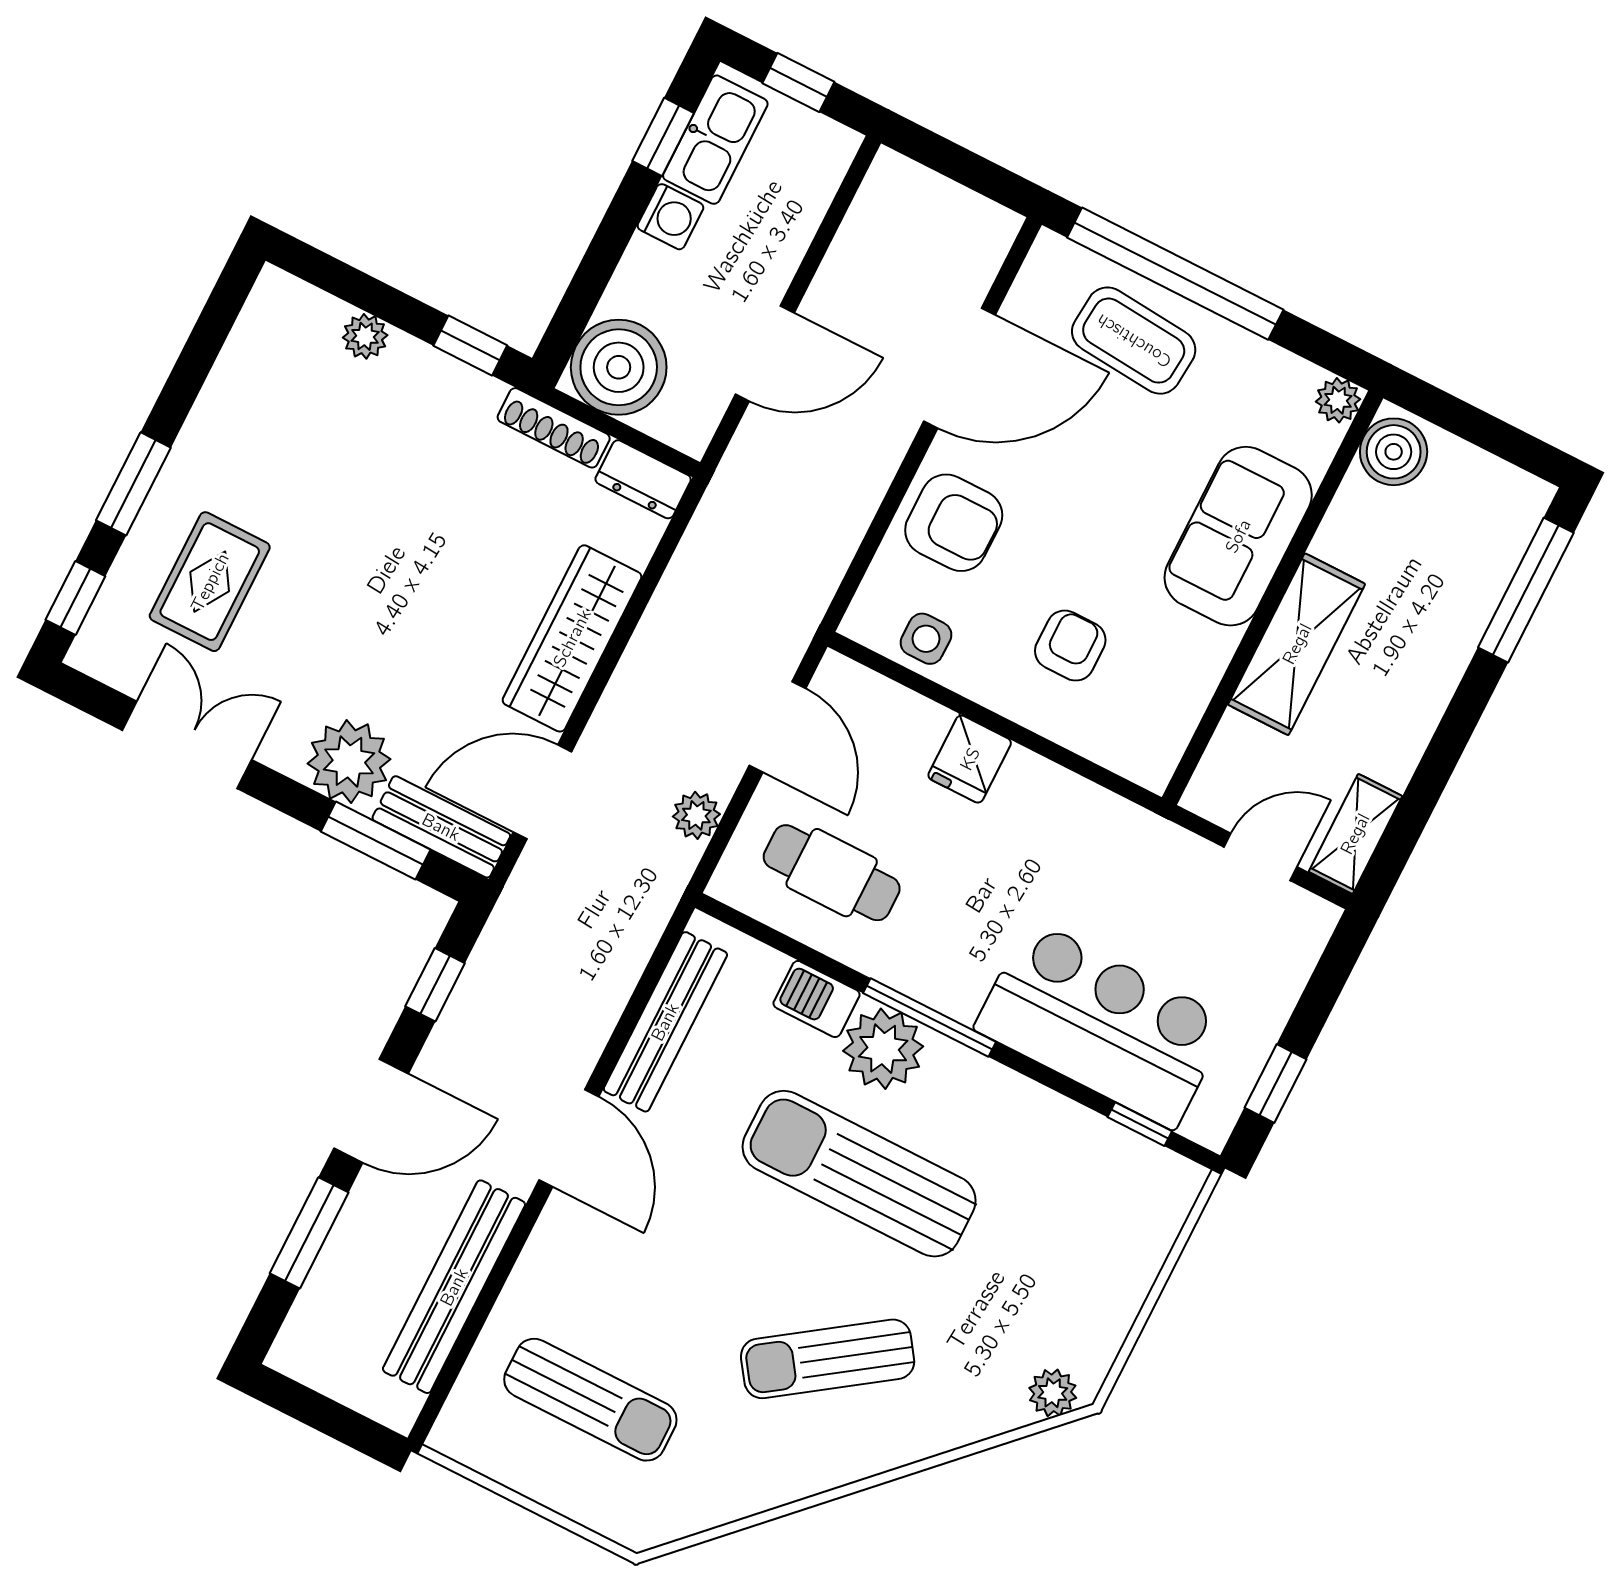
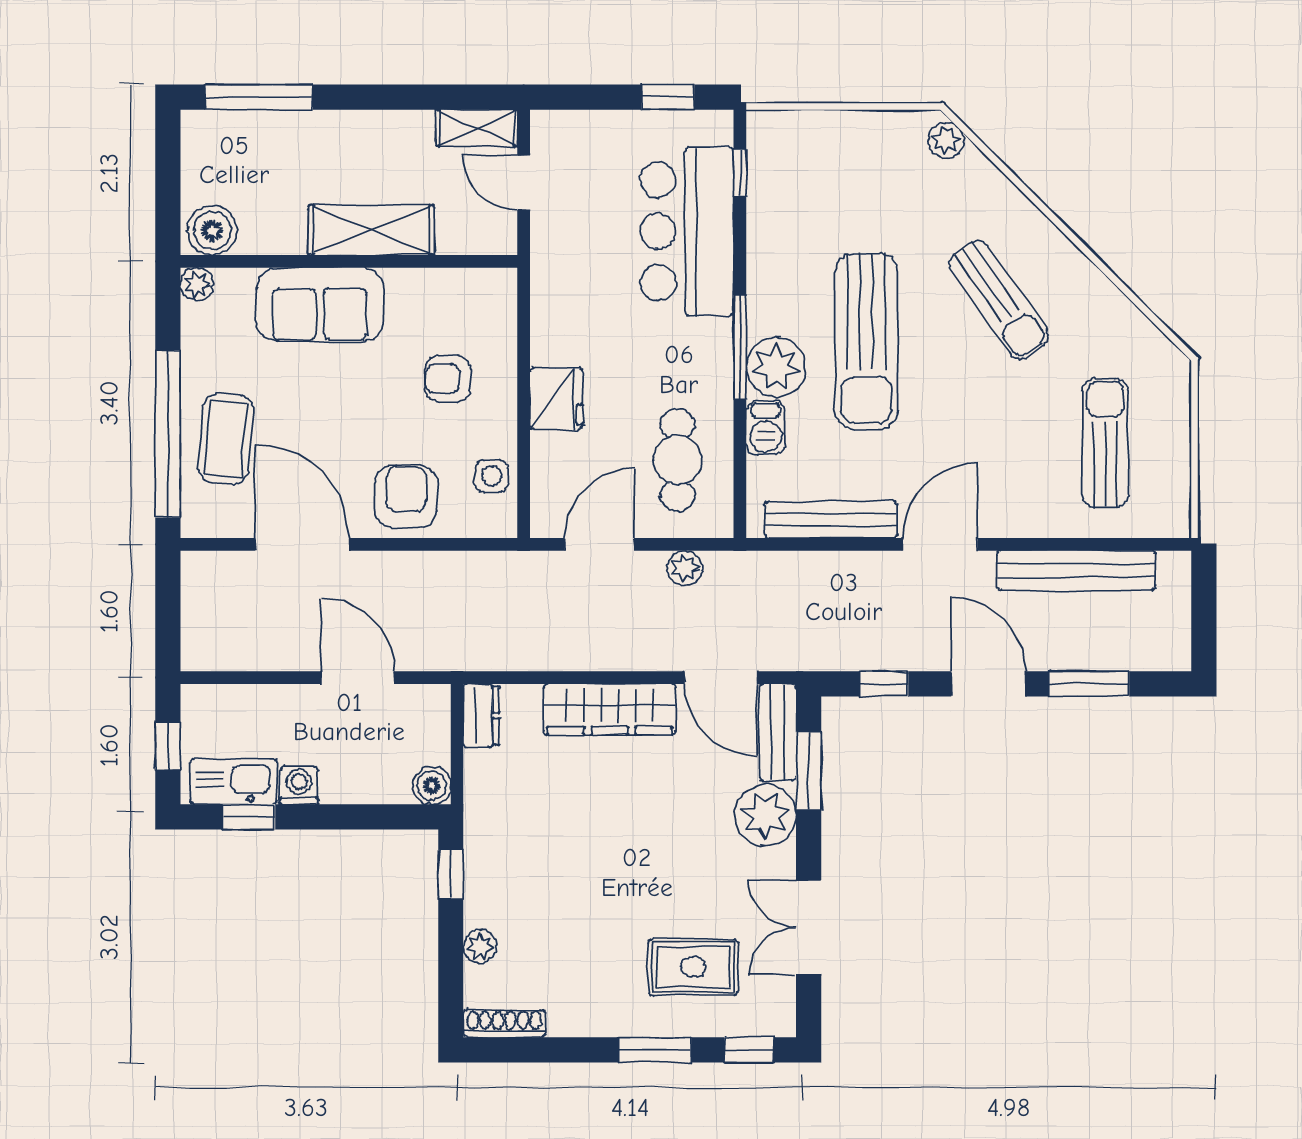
boiler: (619, 367) -> (432, 786), width x0.54, depth x0.54
shoe rack: (554, 428) -> (504, 1024), moved, turned -90
fridge: (970, 759) -> (556, 398), width x1.38

